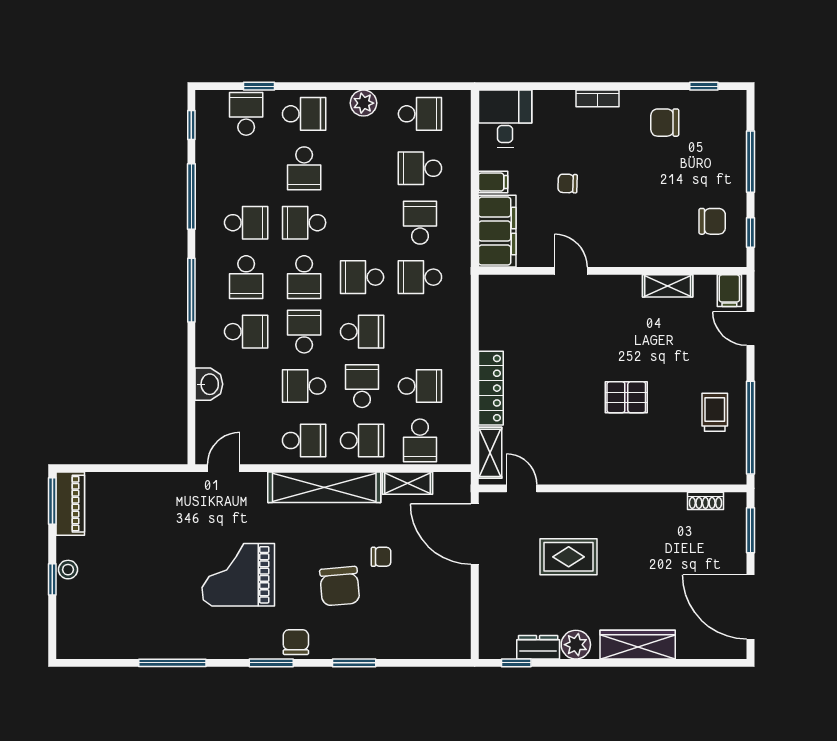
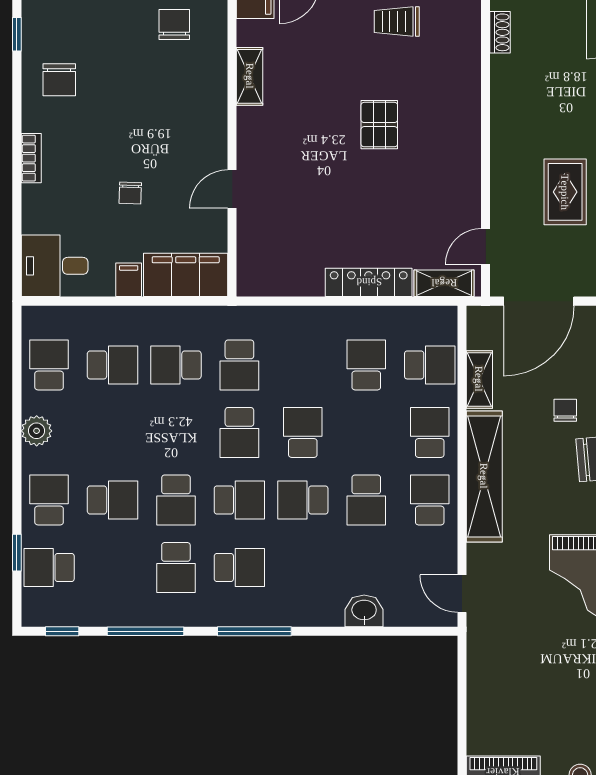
school desk: (420, 168) -> (113, 365), turned -90
school desk: (246, 223) -> (176, 567), turned 180
school desk: (246, 332) -> (303, 567), removed
school desk: (362, 386) -> (366, 432), removed

